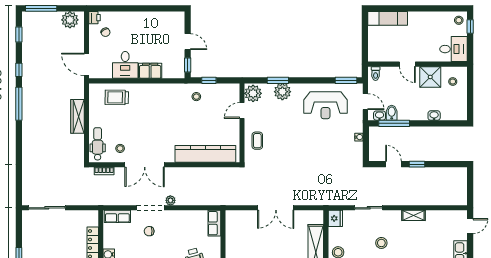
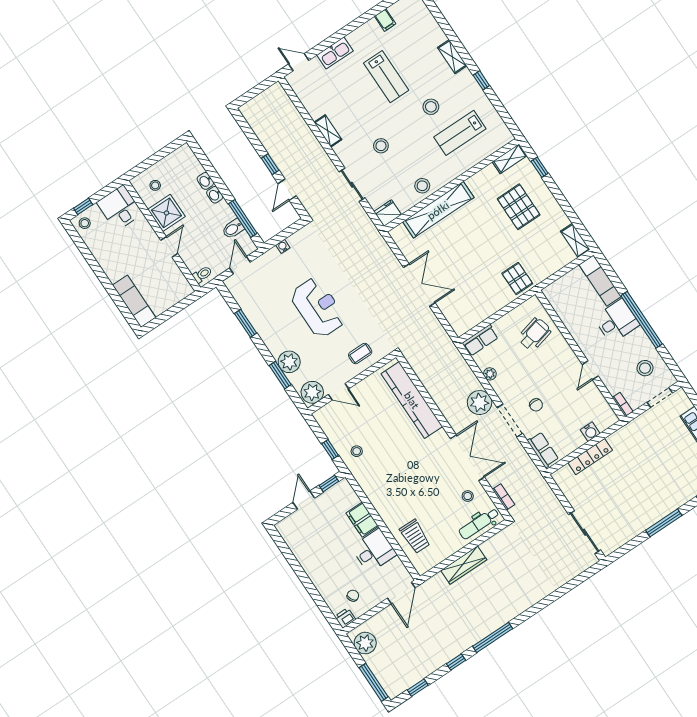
window: (346, 80) -> (246, 323), moved
reception desk: (325, 105) -> (318, 308), moved
washbasin: (380, 116) -> (215, 195), moved
plant: (170, 200) -> (480, 403), width x1.87, depth x1.87
plant: (189, 215) -> (490, 374), added

